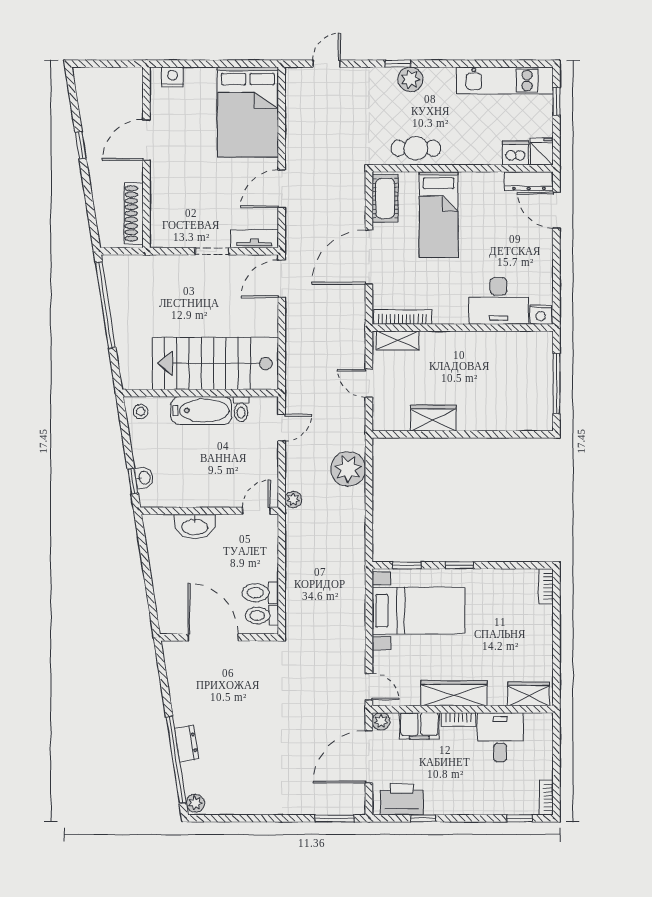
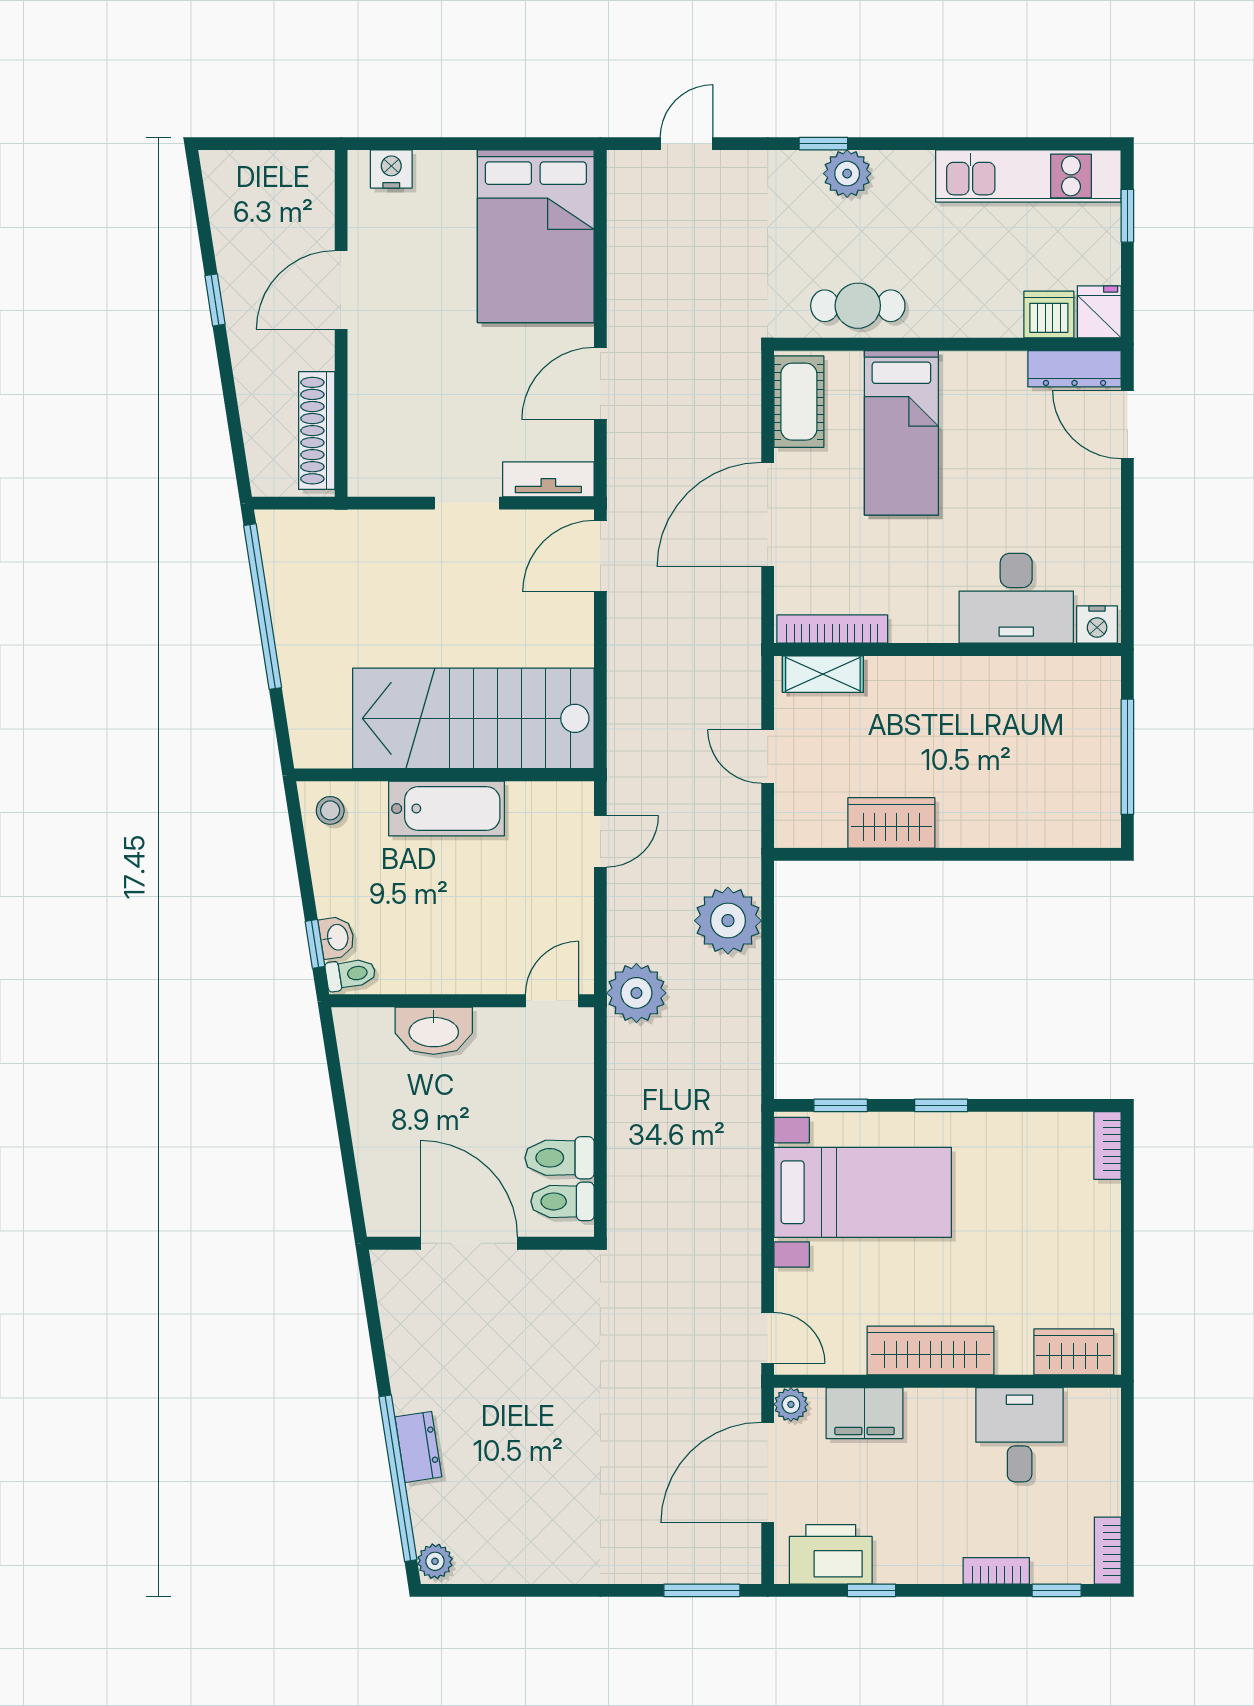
toilet: (241, 409) -> (351, 974), moved, turned -99
plant: (293, 499) -> (636, 993), width x1.87, depth x1.87
bookcase: (458, 719) -> (996, 1571), moved, turned 180

